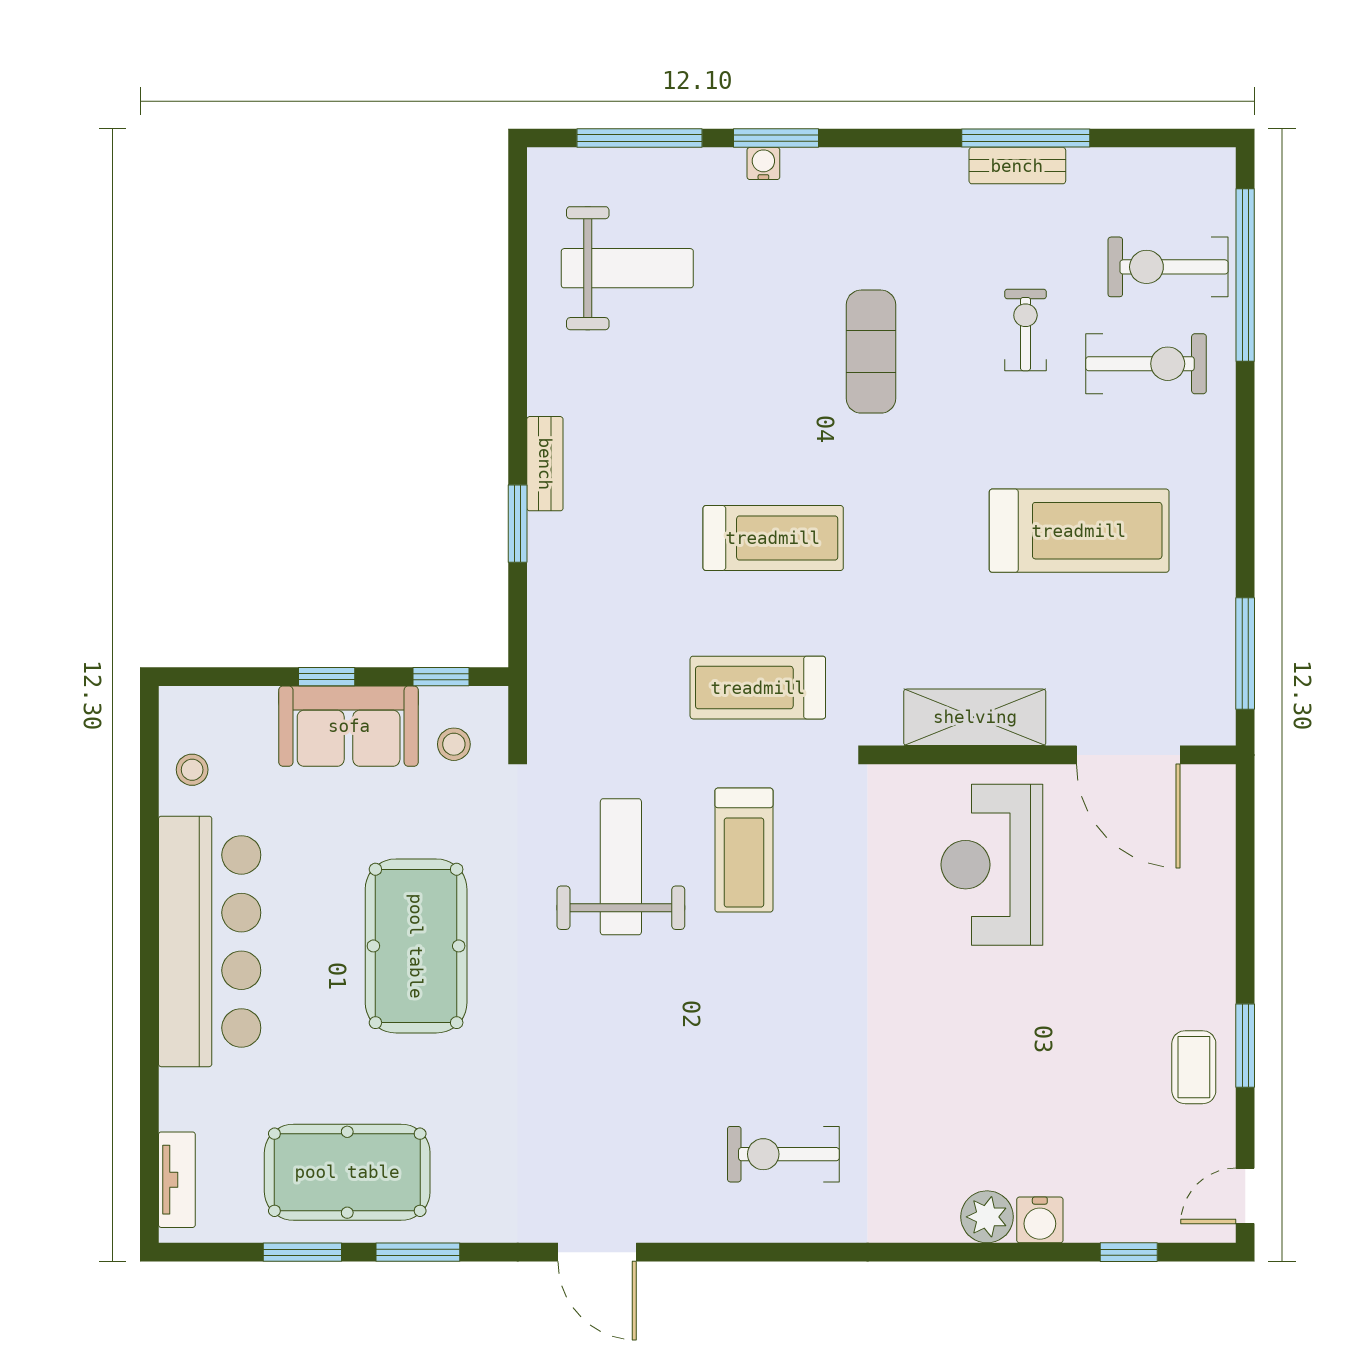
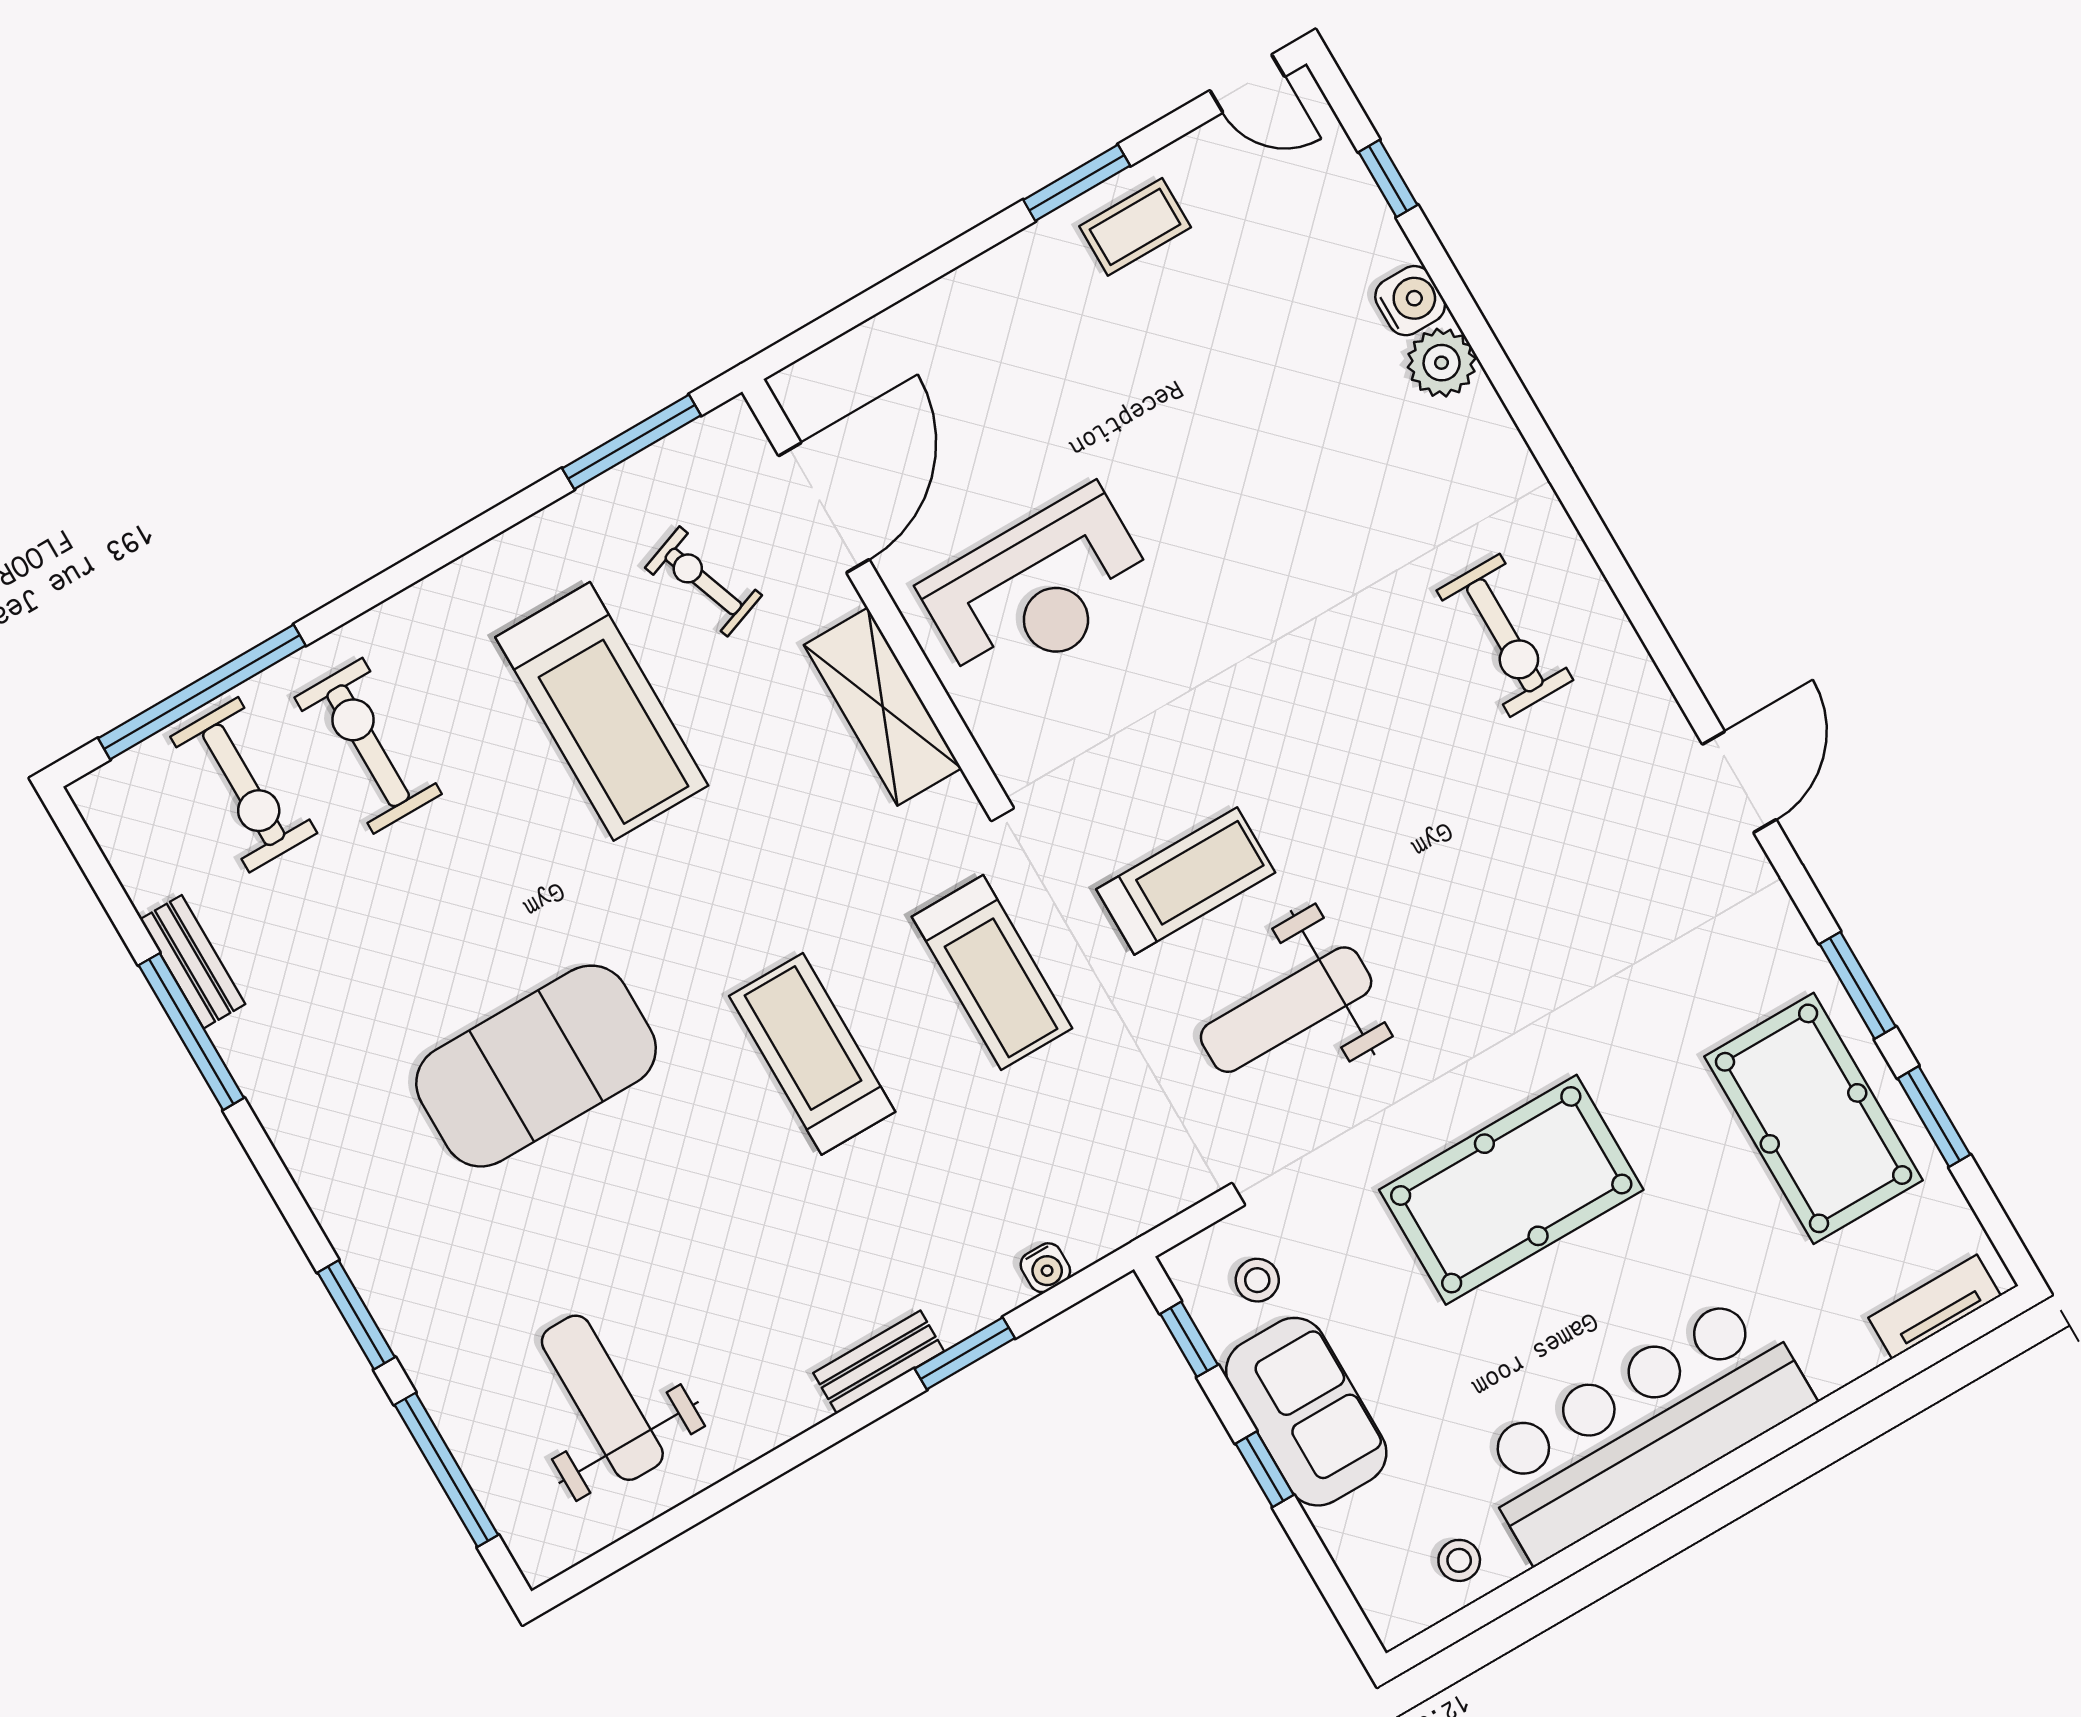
water cooler: (763, 163) -> (1045, 1268), moved, turned -90
bench: (1017, 166) -> (193, 962), moved
exercise bike: (1025, 330) -> (703, 581), moved, turned 70
exercise mat: (871, 352) -> (536, 1066), width x2.00, depth x1.45
treadmill: (1079, 531) -> (602, 711), turned 180

